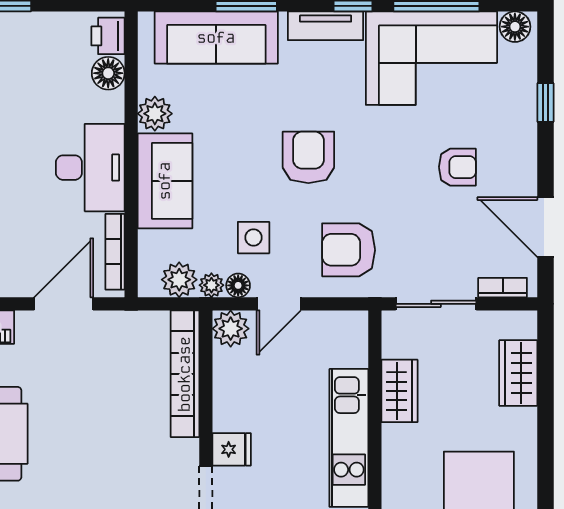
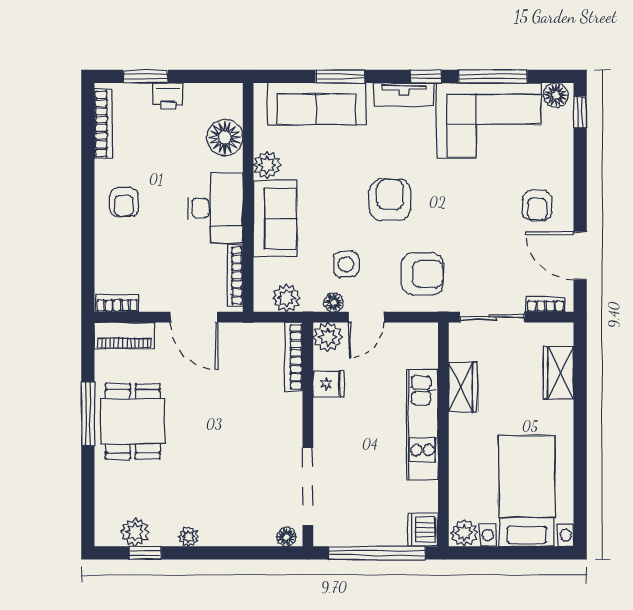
printer: (108, 36) -> (168, 96), moved, turned -90
floor lamp: (108, 73) -> (225, 137), width x1.38, depth x1.38
window: (545, 103) -> (580, 112), moved
armchair: (457, 167) -> (537, 205), moved, turned 90
armchair: (349, 250) -> (422, 274), turned 180
plant: (211, 285) -> (312, 302), removed
door: (64, 304) -> (194, 317), swing flipped
bookcase: (185, 374) -> (294, 357), width x0.68, depth x0.76
fridge: (232, 449) -> (329, 384), moved

